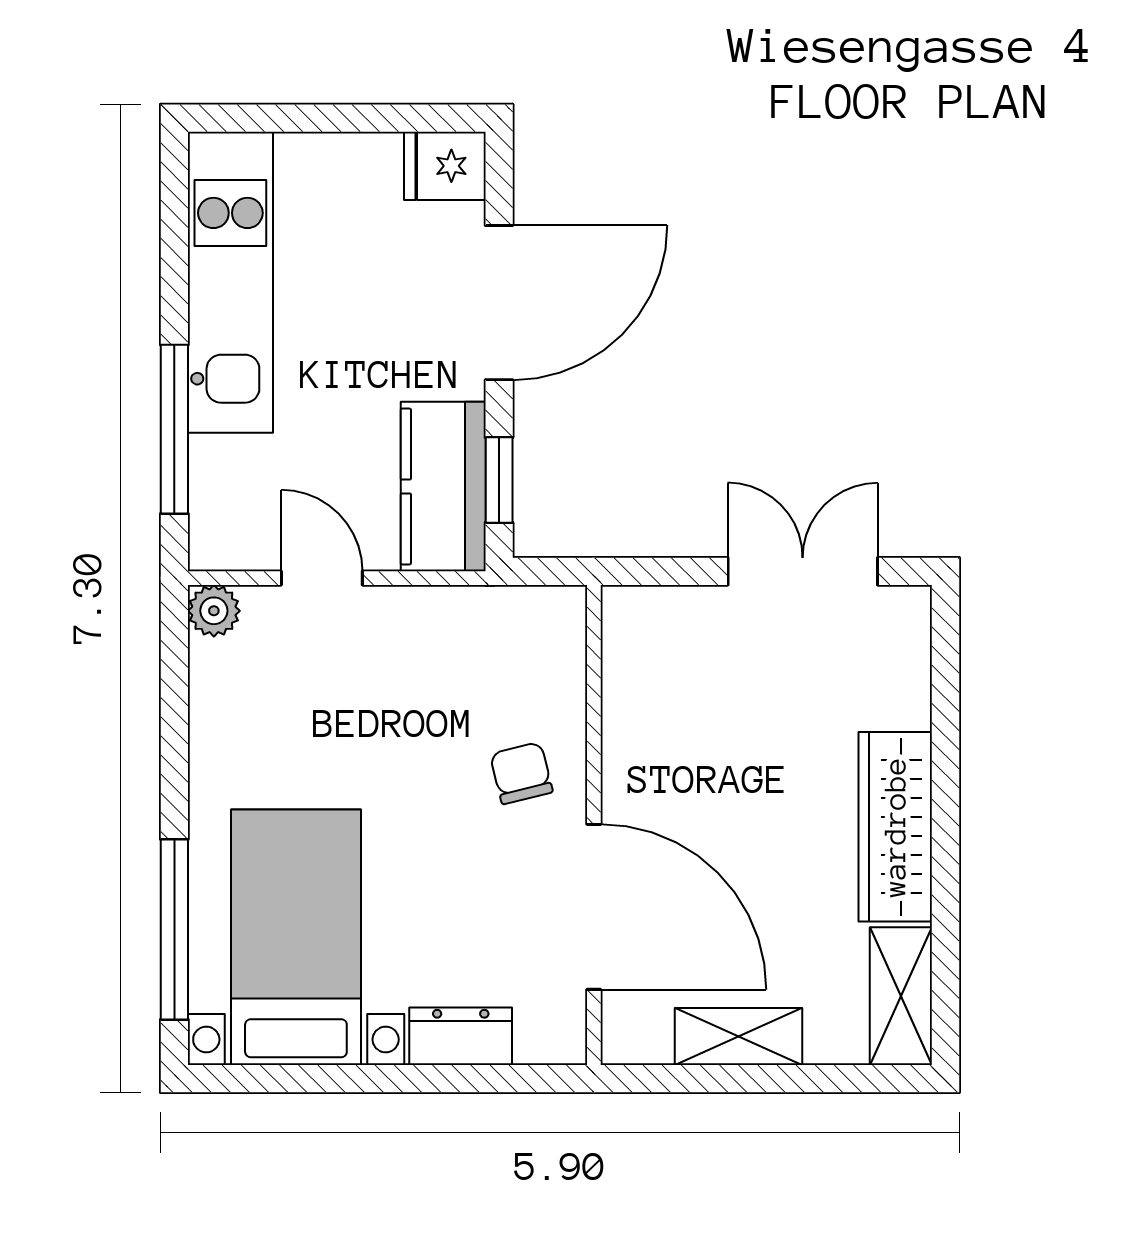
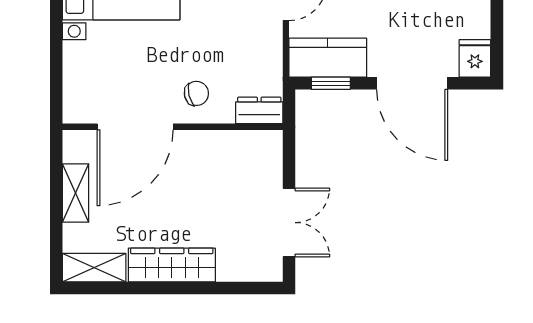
dresser: (461, 1036) -> (259, 110), moved, turned -90

